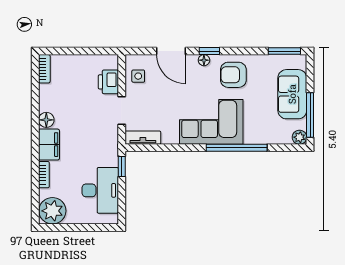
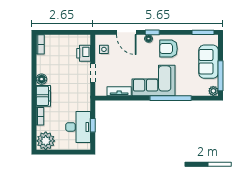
tv unit: (143, 138) -> (119, 91), moved
window: (122, 166) -> (93, 125), moved

